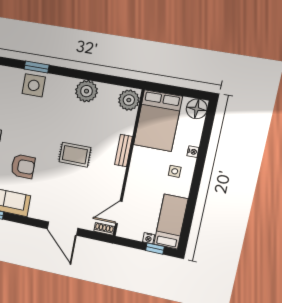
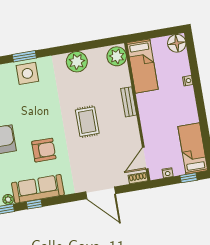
bed: (158, 121) -> (143, 66), width x0.67
rug: (75, 155) -> (87, 122), turned 90
side table: (175, 171) -> (179, 103), removed
nightstand: (149, 238) -> (168, 173), moved

